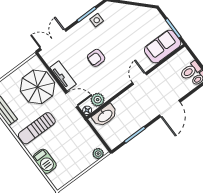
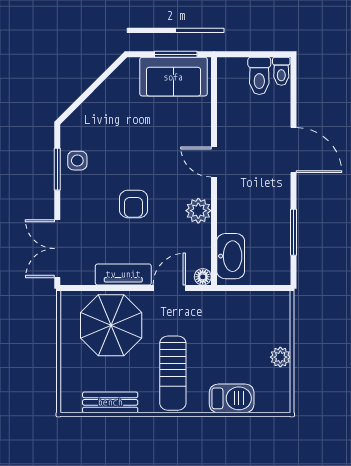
sofa: (163, 47) -> (173, 77), moved, turned -90
plant: (98, 100) -> (198, 211), moved
plant: (98, 154) -> (280, 357), moved

